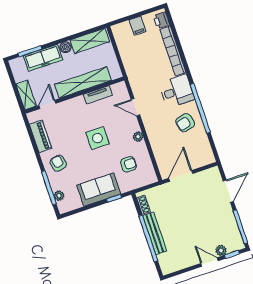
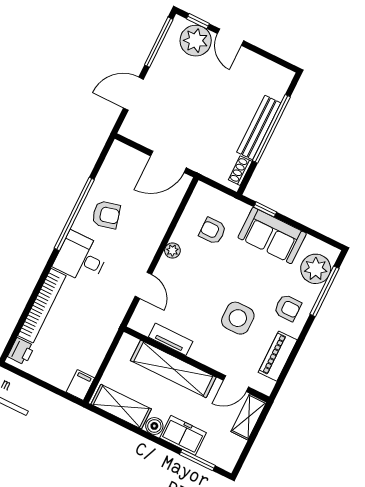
filing cabinet: (137, 26) -> (80, 385), moved
freezer: (43, 58) -> (183, 435), width x0.71
side table: (98, 138) -> (238, 318), moved
armchair: (58, 163) -> (288, 308), turned -78
plant: (59, 196) -> (316, 269), width x1.87, depth x1.87
plant: (221, 250) -> (196, 41), width x1.88, depth x1.88

